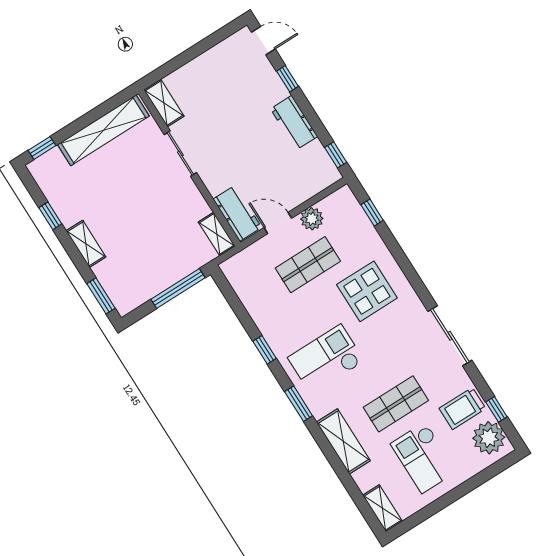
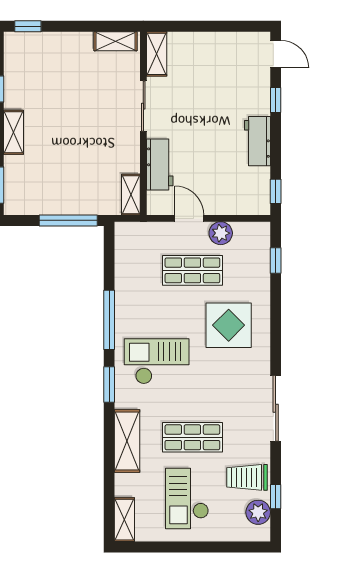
shelving: (103, 130) -> (116, 41), width x0.45, depth x0.75
workbench: (237, 213) -> (160, 165), moved
window: (265, 350) -> (109, 320), width x2.17
plant: (489, 438) -> (258, 512), width x0.73, depth x0.73

